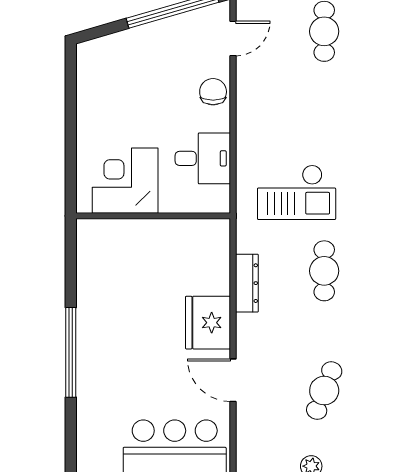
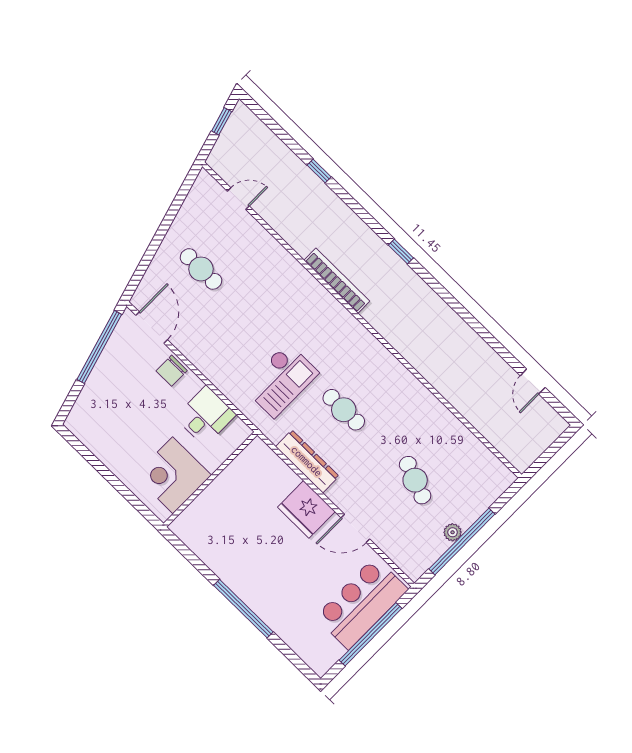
door: (233, 38) -> (152, 327), width x1.38
chair: (213, 92) -> (172, 371), turned -90
dresser: (247, 283) -> (307, 461), width x1.37, depth x1.24

